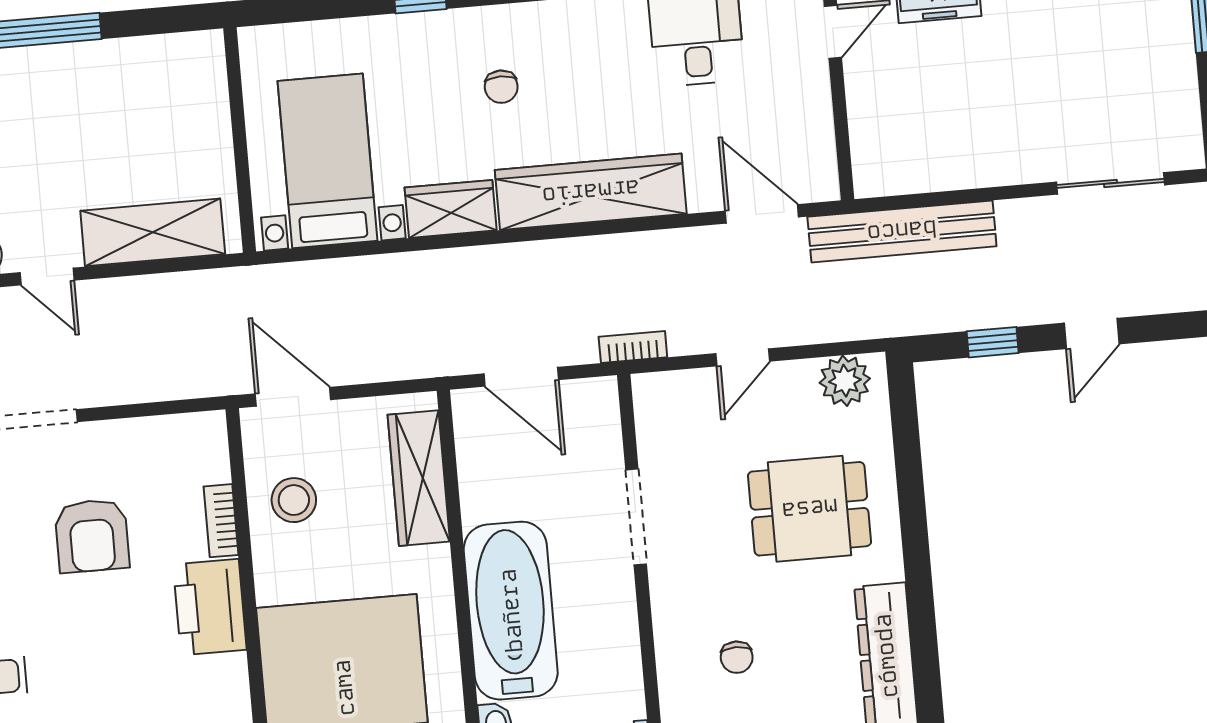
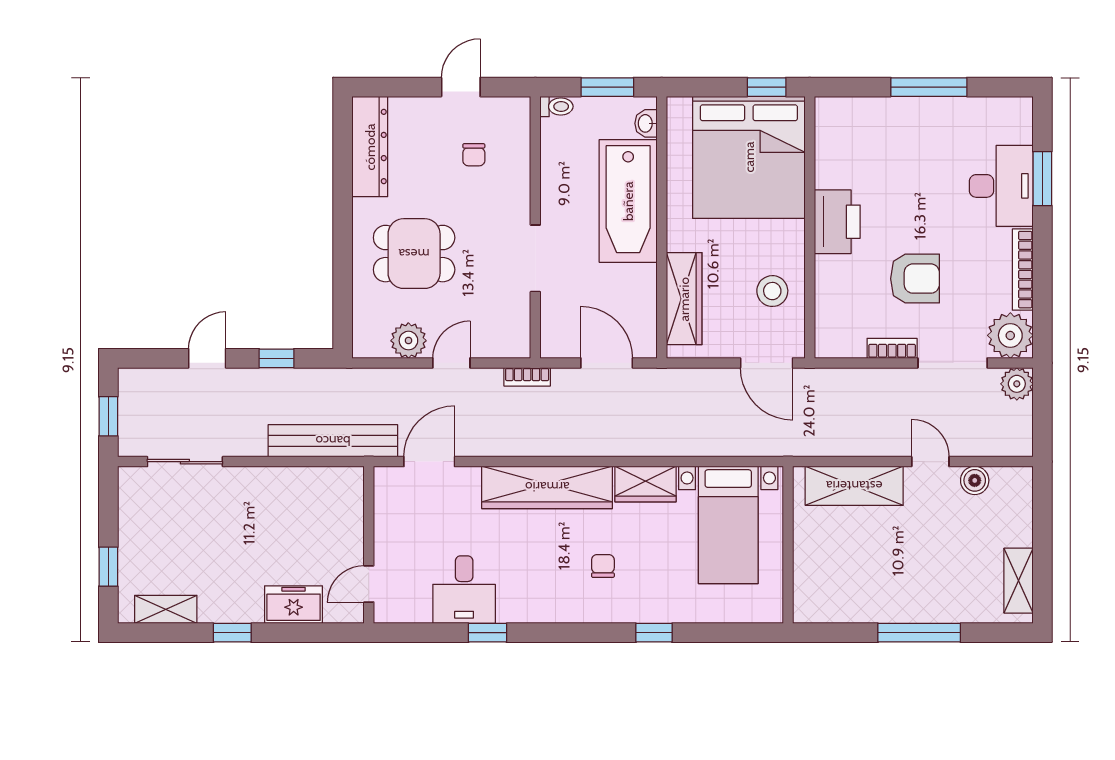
door: (762, 214) -> (429, 462), swing flipped
plant: (845, 381) -> (408, 341), moved
bookcase: (221, 521) -> (892, 348), moved, turned -90
armchair: (92, 536) -> (915, 279), turned 90
chair: (737, 657) -> (474, 155), turned 180

